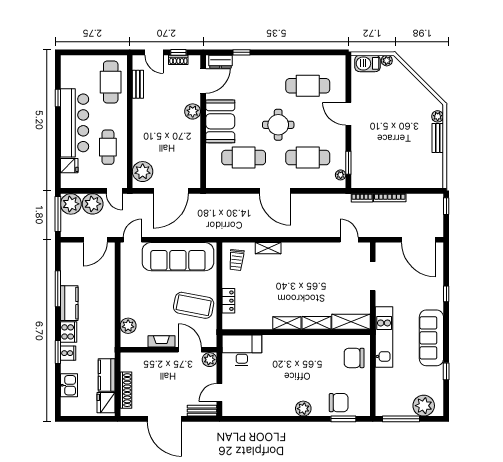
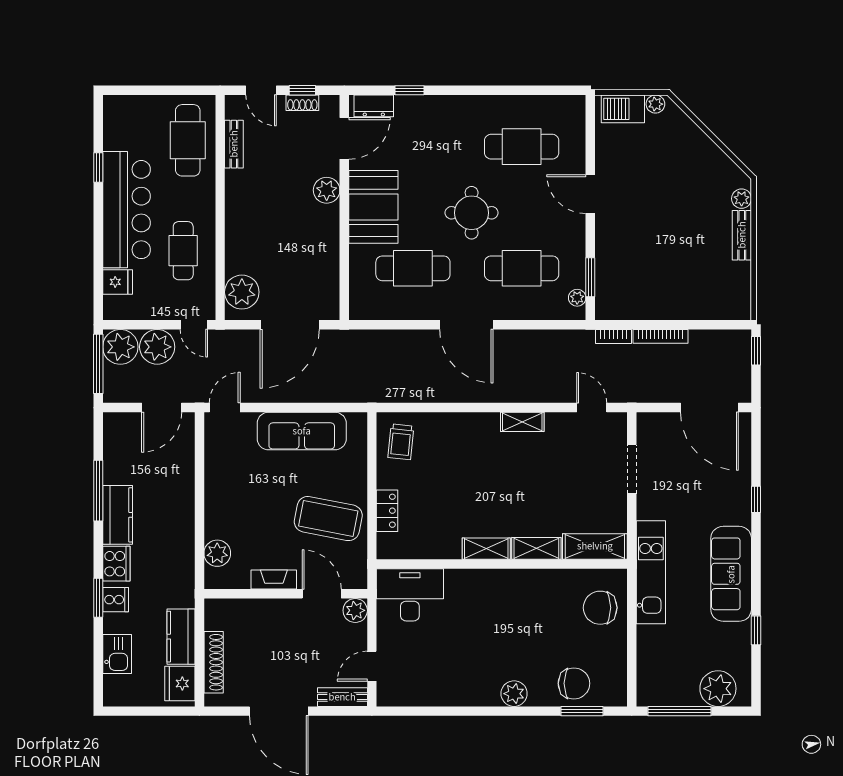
shelving: (268, 248) -> (522, 422), moved
sofa: (178, 257) -> (302, 431), width x0.74, depth x0.79

